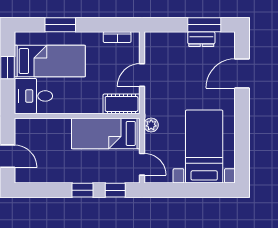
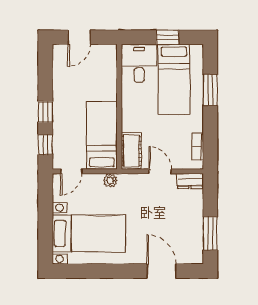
dresser: (201, 39) -> (190, 181), moved, turned -90

